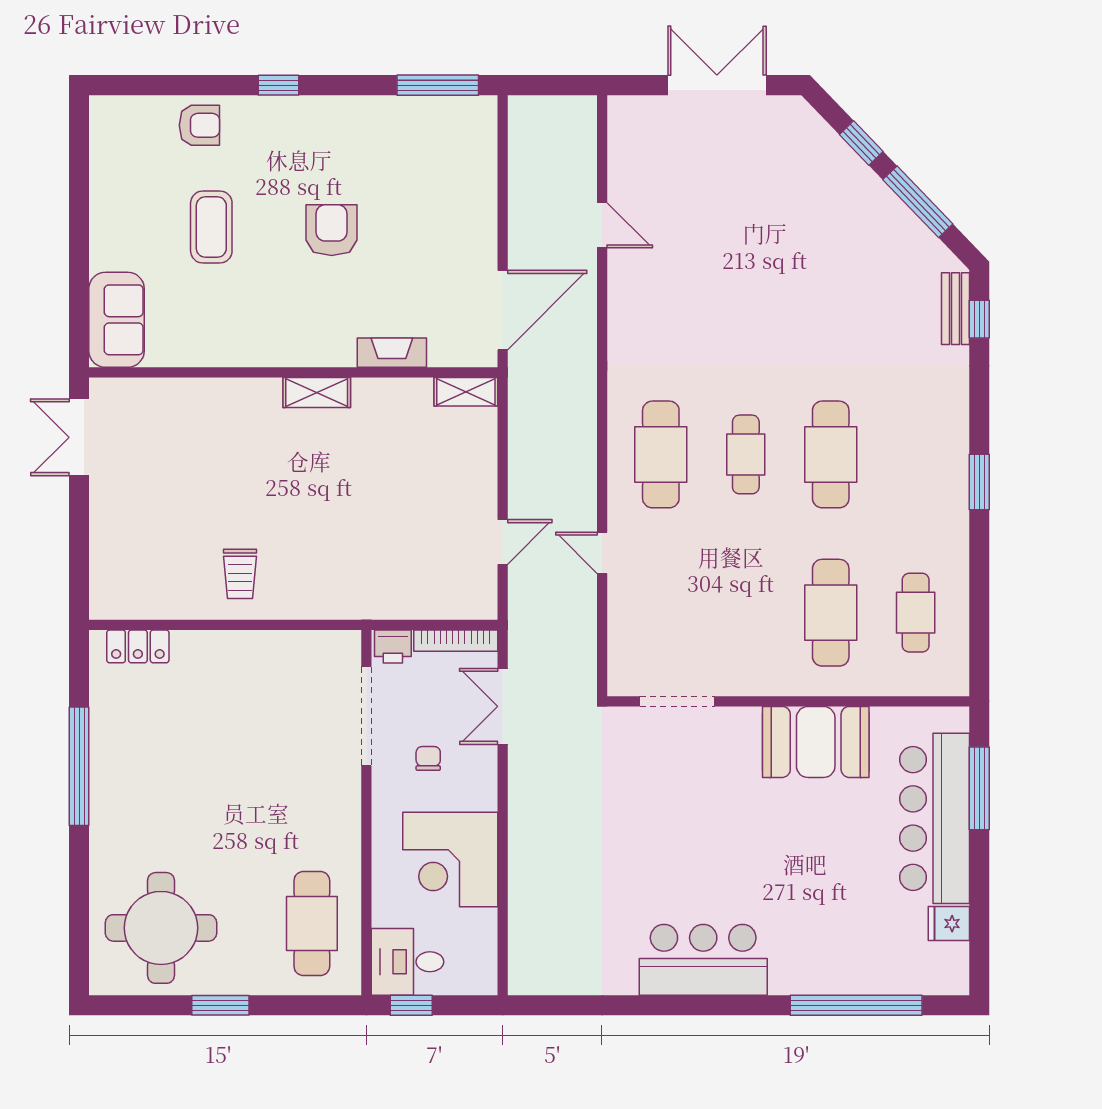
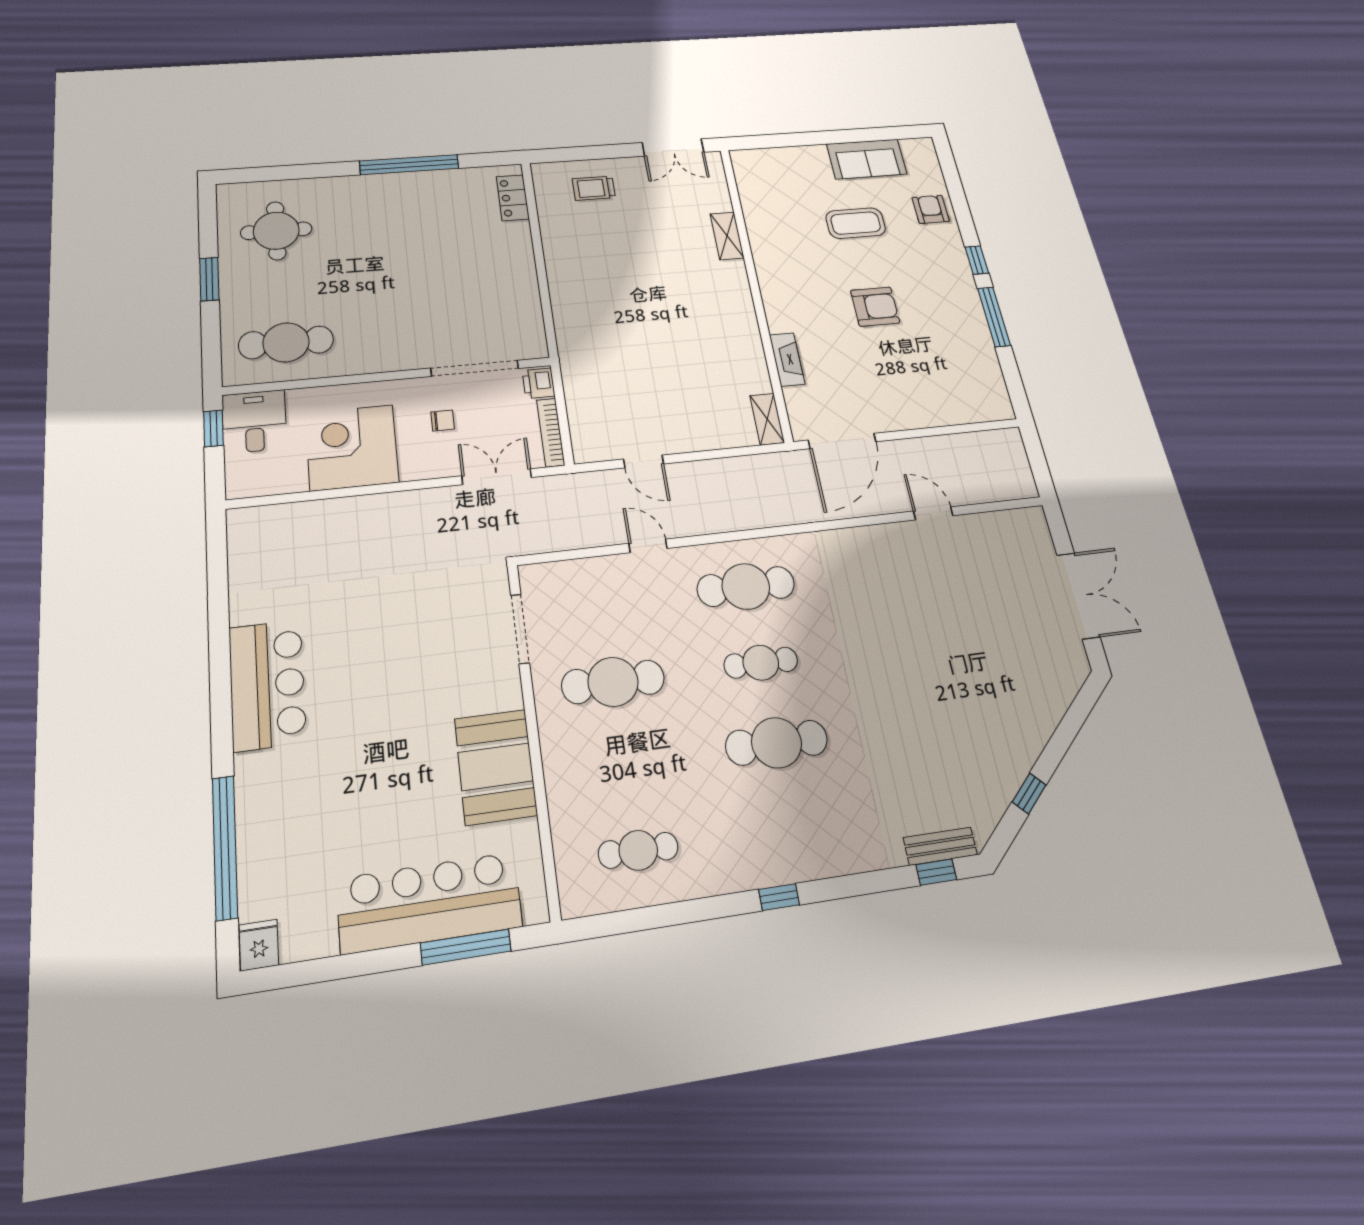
window: (438, 85) -> (994, 317), moved
armchair: (199, 125) -> (931, 209), turned 180
window: (861, 143) -> (1067, 732), removed
window: (918, 202) -> (1029, 793), width x0.46
door: (602, 225) -> (933, 513), swing flipped
door: (503, 310) -> (842, 441), hinge flipped
sofa: (117, 320) -> (867, 159), moved
shelving: (317, 393) -> (727, 236), moved
double door: (79, 437) -> (673, 147), swing flipped
window: (979, 482) -> (779, 897), width x0.67
door: (602, 553) -> (648, 546), hinge flipped
trolley: (240, 574) -> (594, 188), moved
cafe table: (831, 613) -> (613, 682), moved
fridge: (949, 924) -> (259, 945), moved
round table: (161, 928) -> (276, 231), width x0.73, depth x0.73

